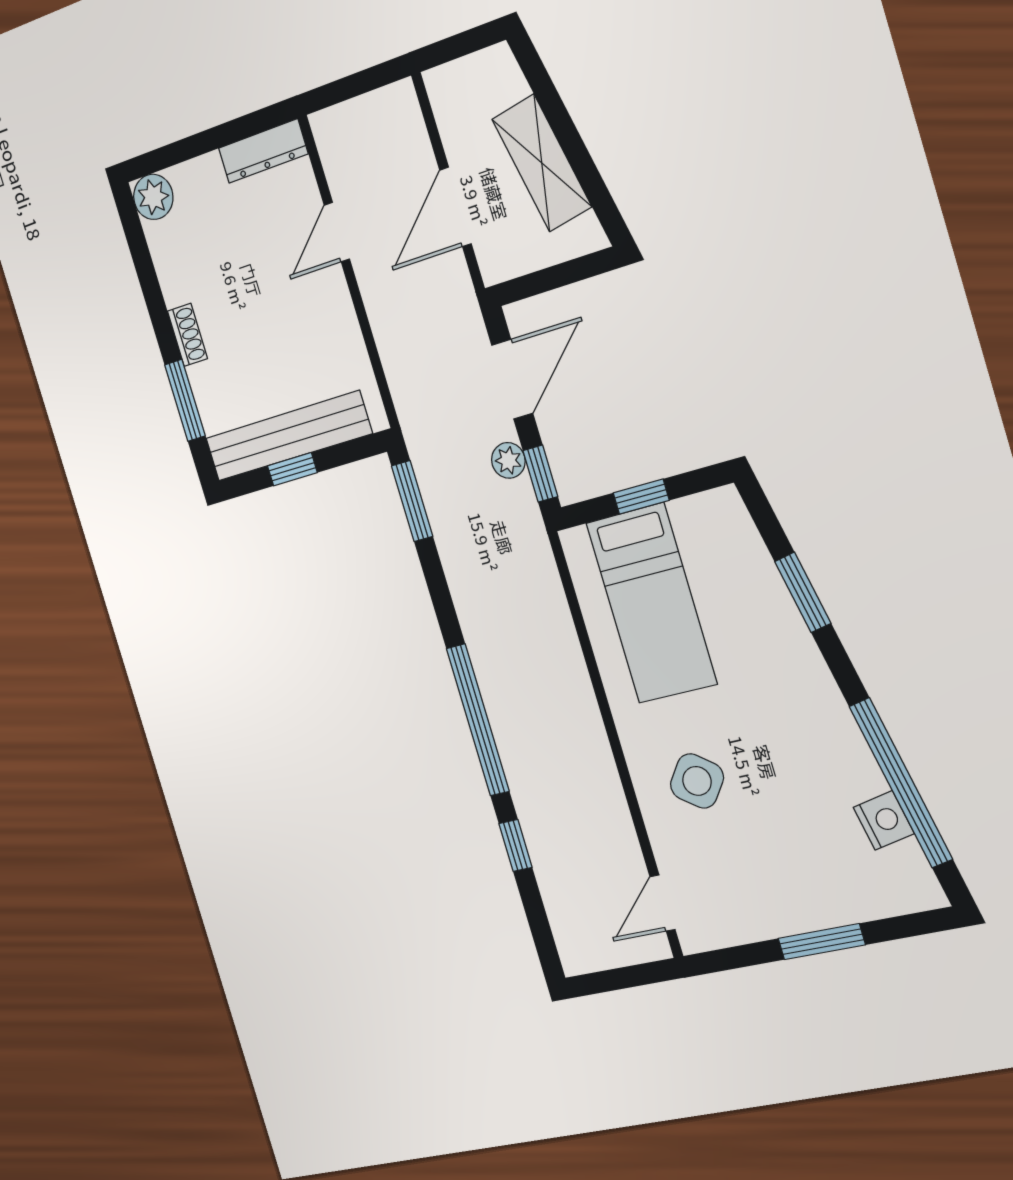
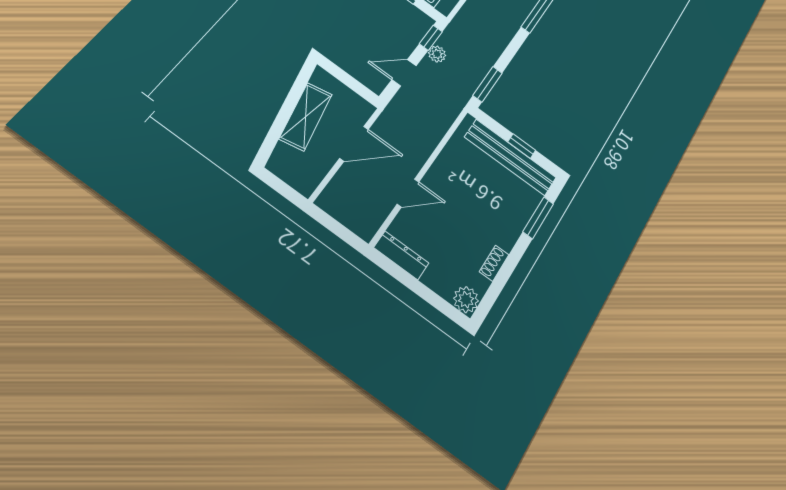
shoe rack: (187, 335) -> (494, 263), moved
door: (512, 379) -> (404, 73), width x0.73

